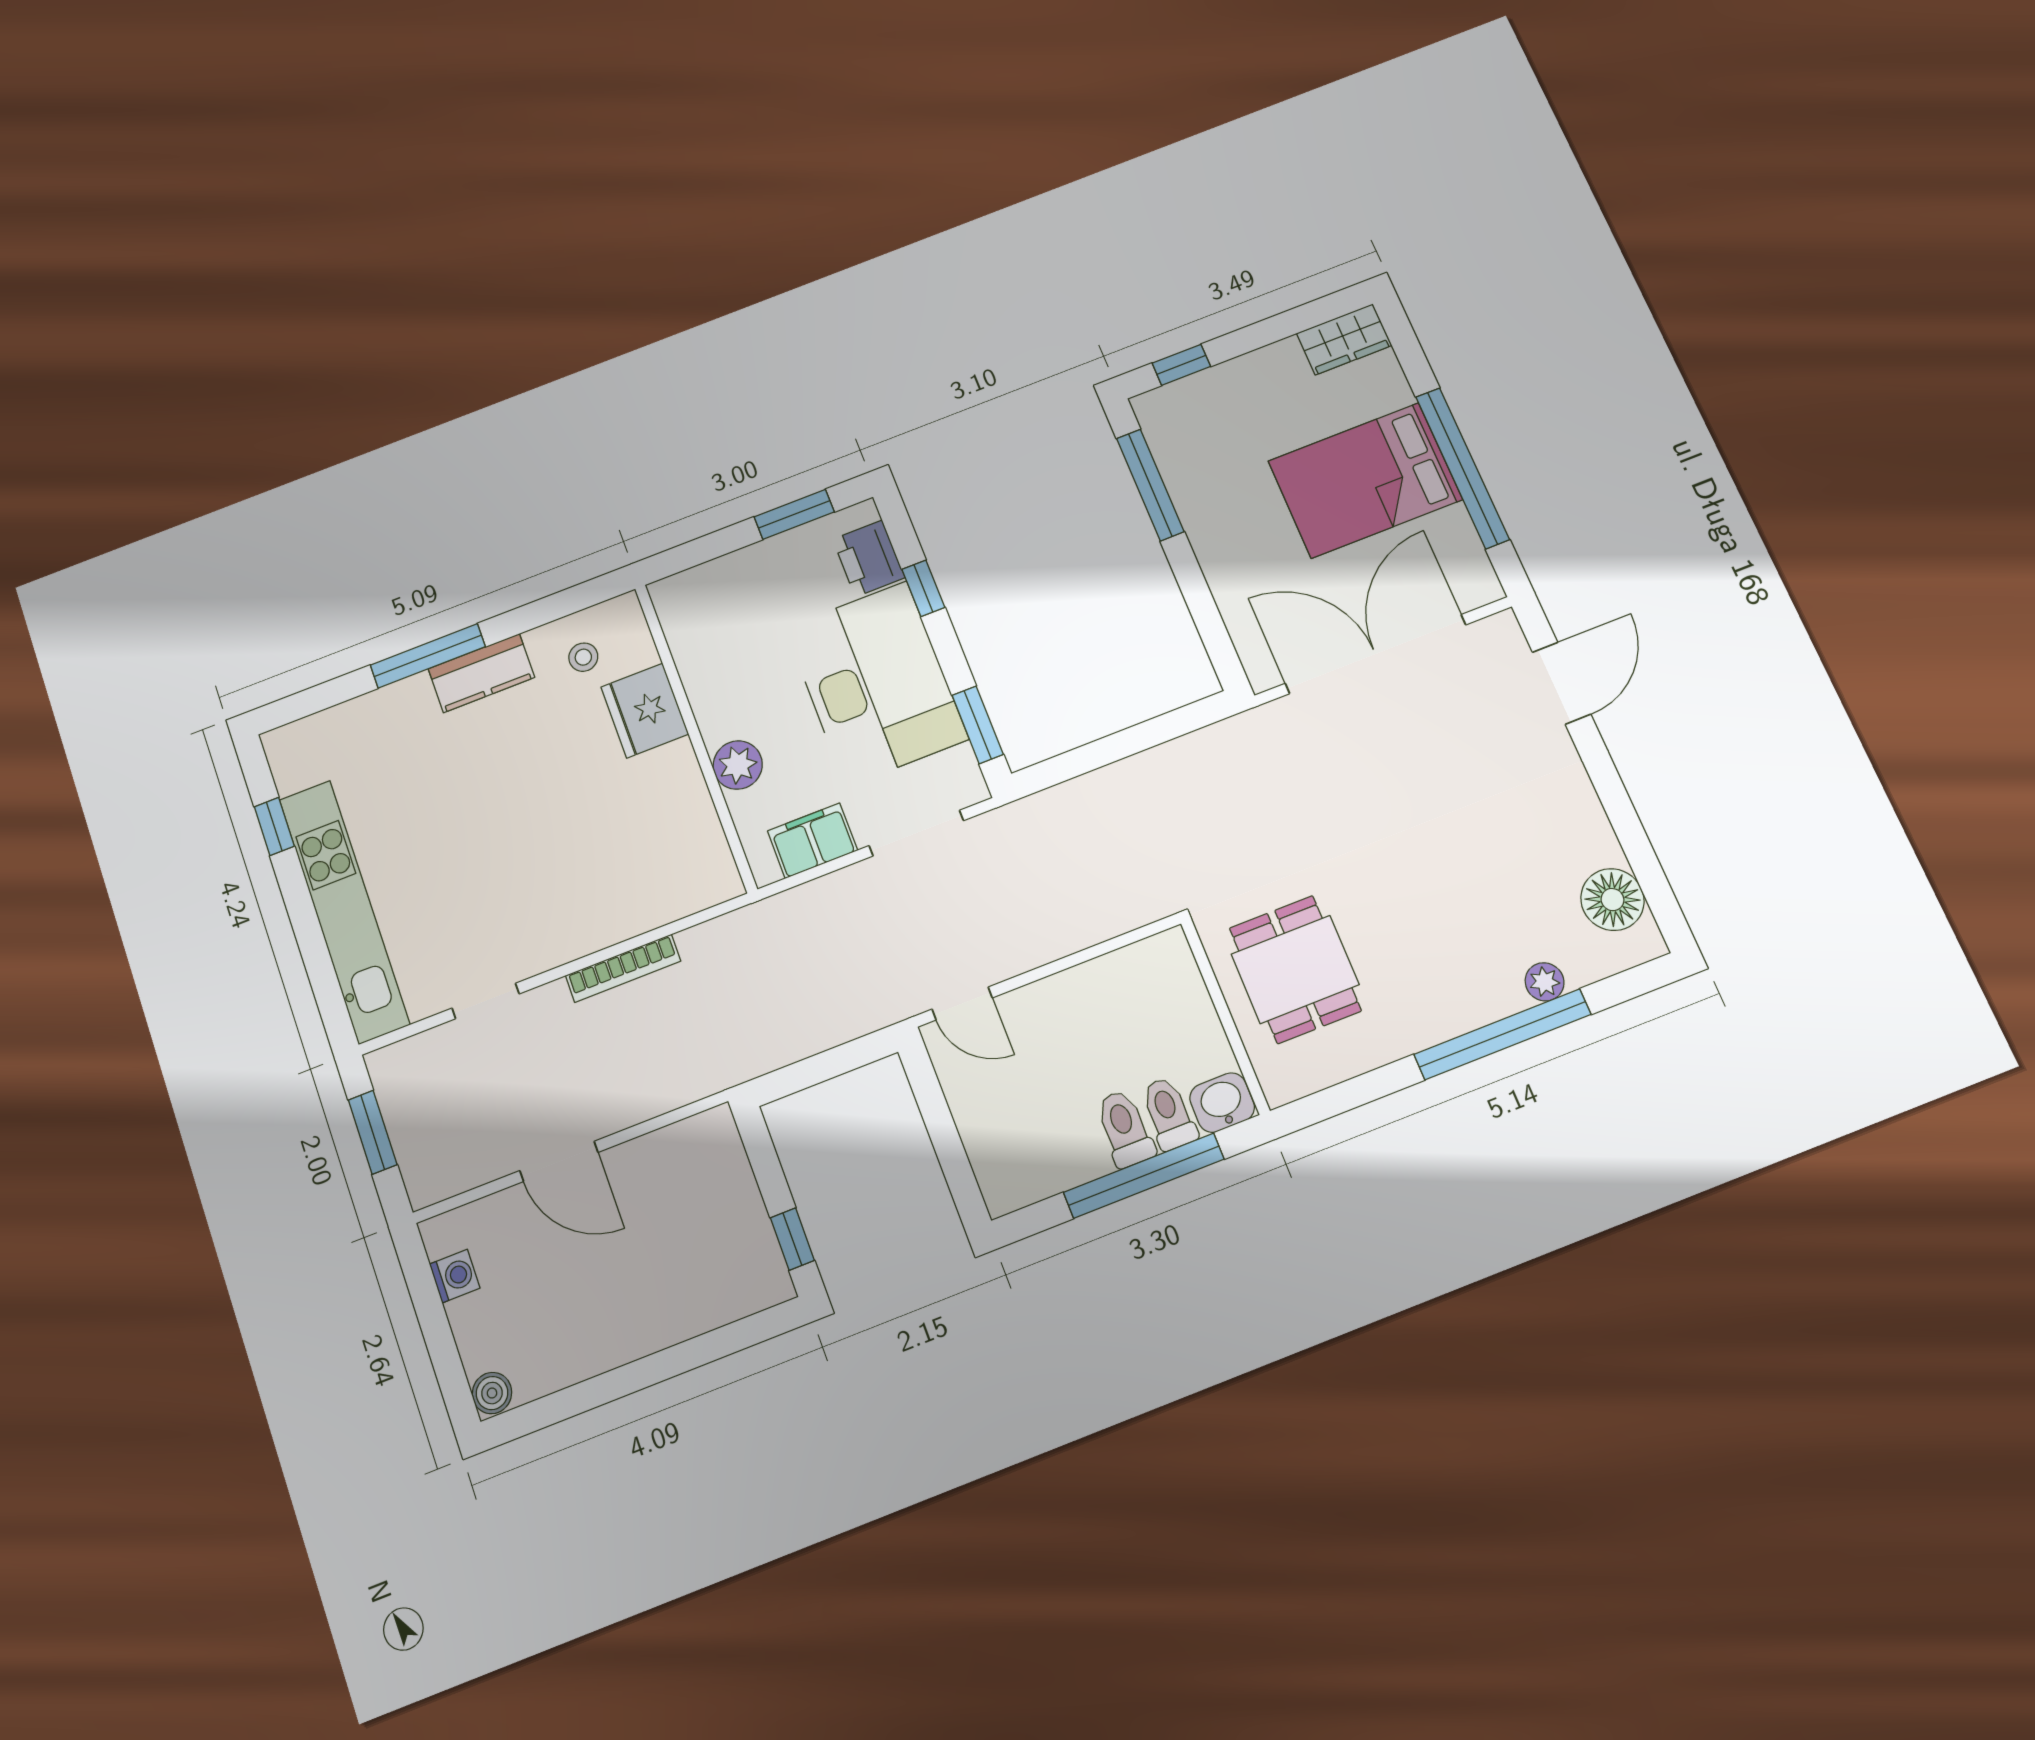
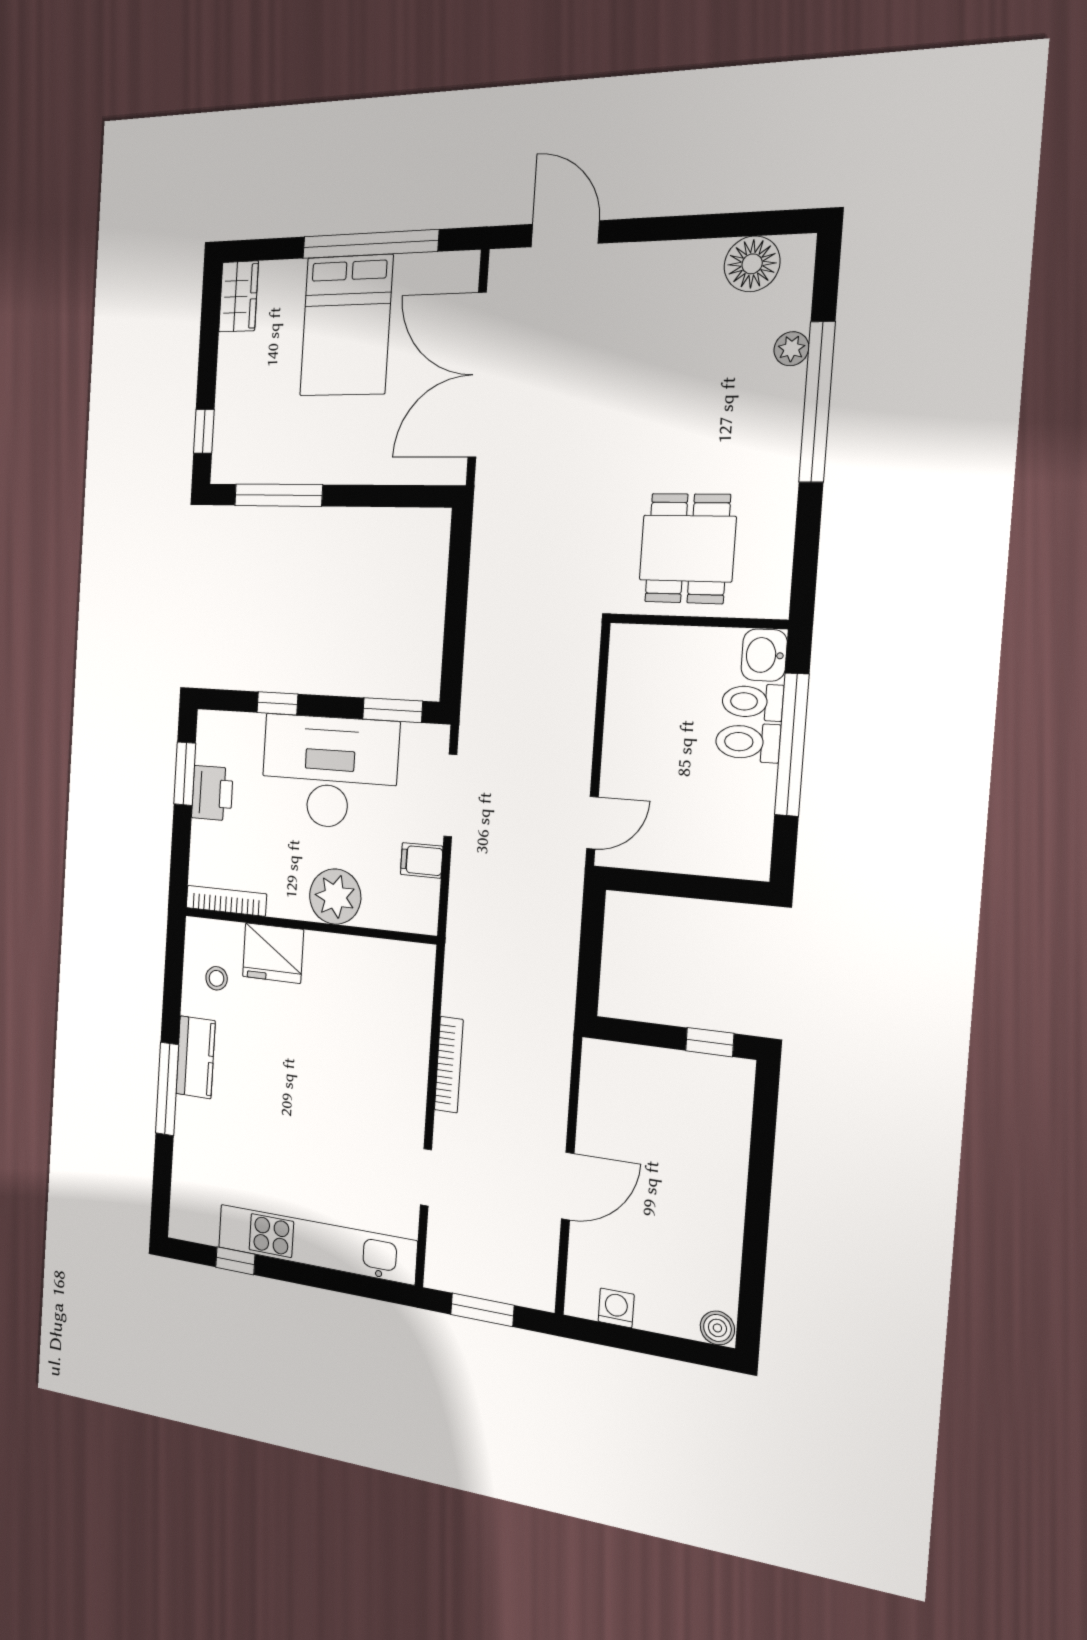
printer: (869, 558) -> (212, 793), moved, turned -90
bookcase: (676, 629) -> (226, 901), added
plant: (738, 765) -> (335, 897), width x1.36, depth x1.36
filing cabinet: (813, 841) -> (422, 860), width x0.50
dining table: (1295, 969) -> (687, 548), turned 90

